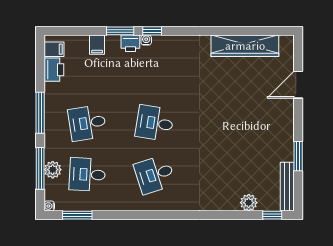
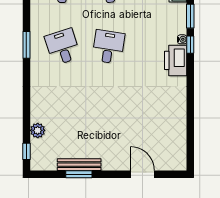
printer: (130, 43) -> (176, 60), moved, width x1.87, depth x1.48
wardrobe: (245, 46) -> (177, 127), removed
bench: (287, 187) -> (79, 165), moved
window: (152, 215) -> (26, 45), added

